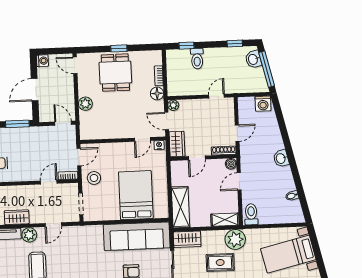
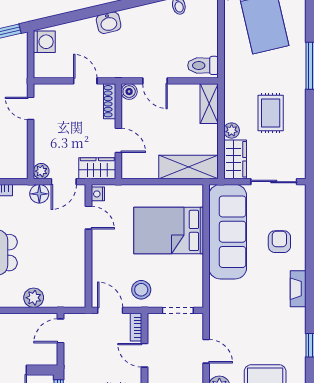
floor lamp: (157, 93) -> (39, 194), moved
washbasin: (281, 158) -> (109, 23), moved
plant: (235, 239) -> (232, 131), moved, width x0.53, depth x0.53

